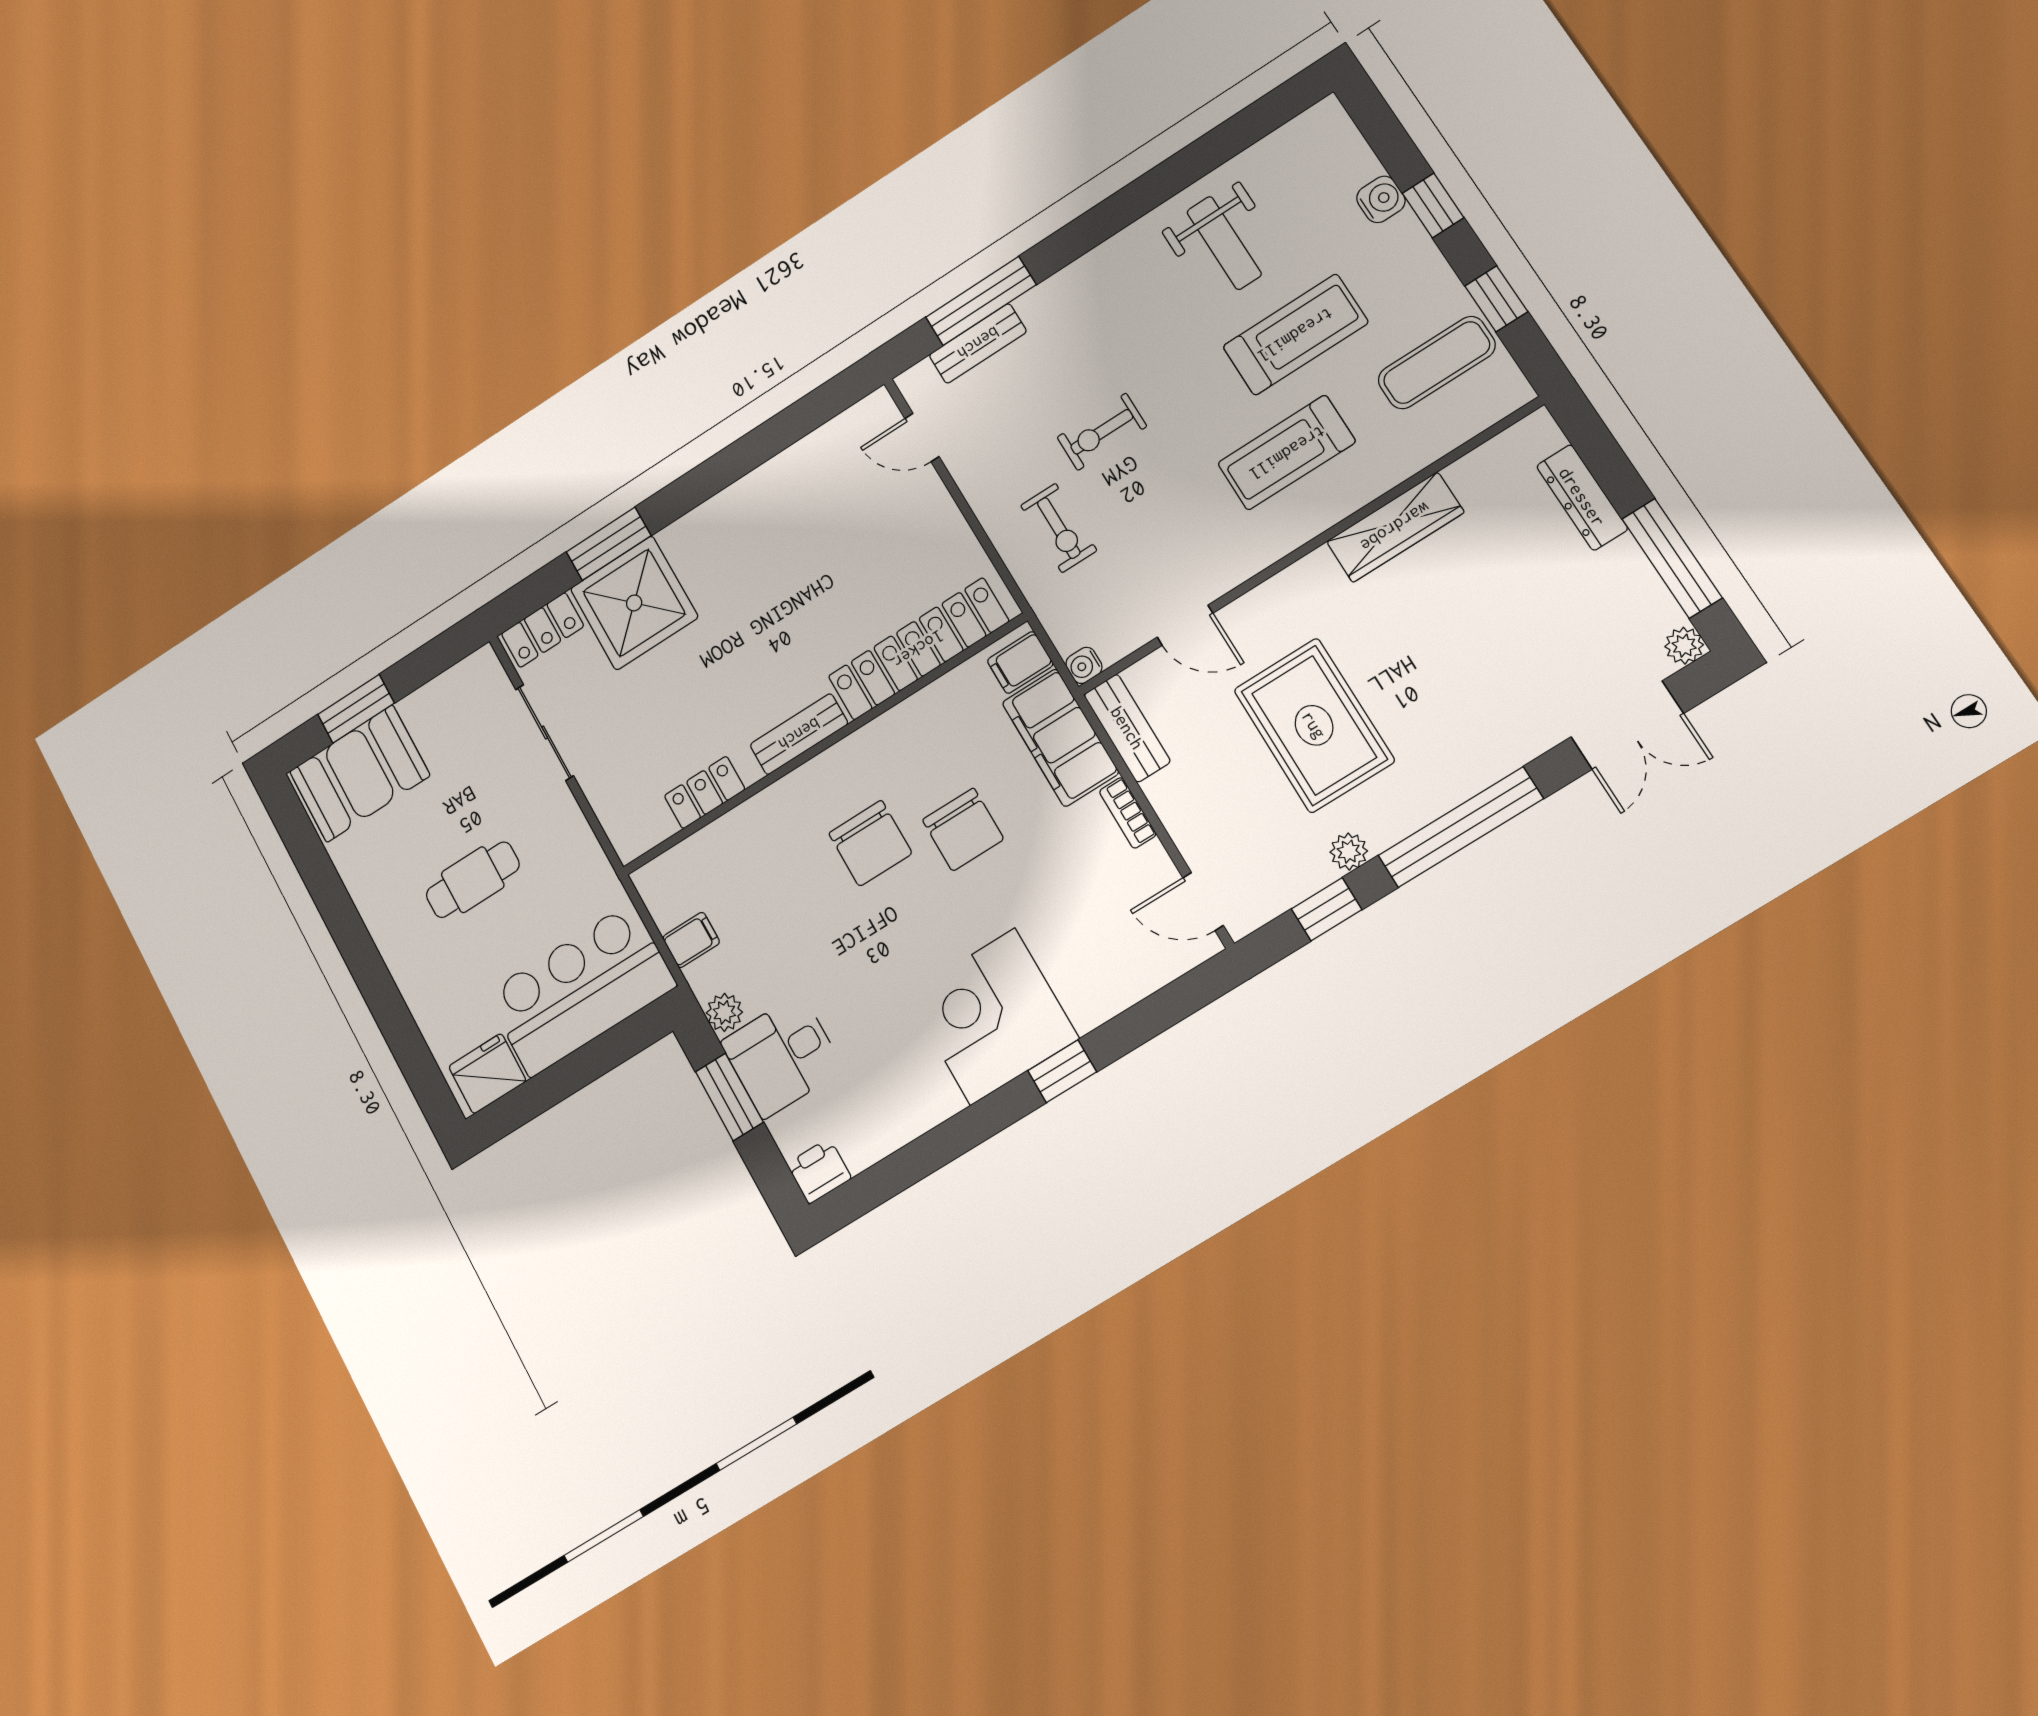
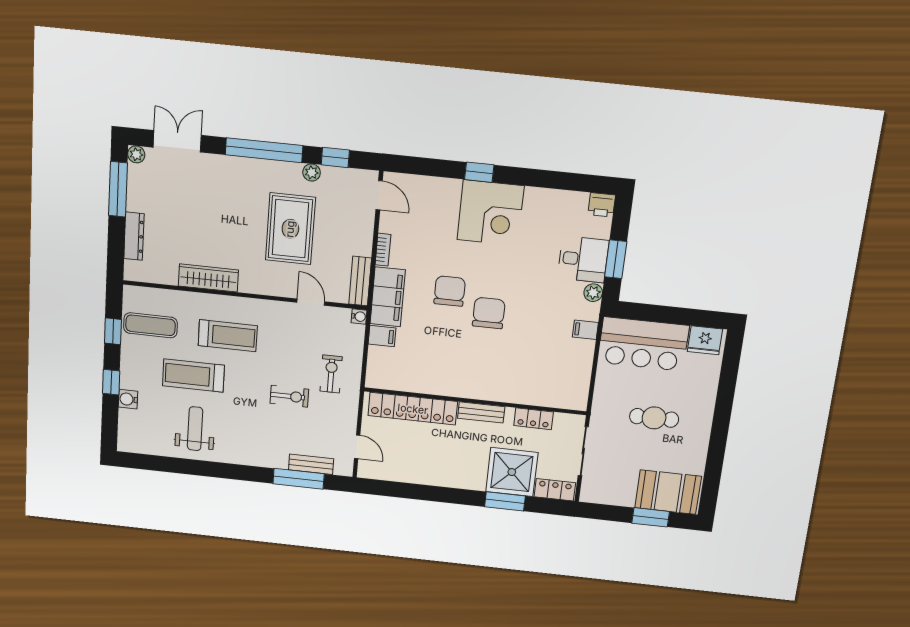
locker: (918, 649) -> (413, 409), moved
bench: (799, 734) -> (481, 412), moved
wall: (823, 745) -> (475, 401), moved
locker: (705, 793) -> (534, 419), moved

